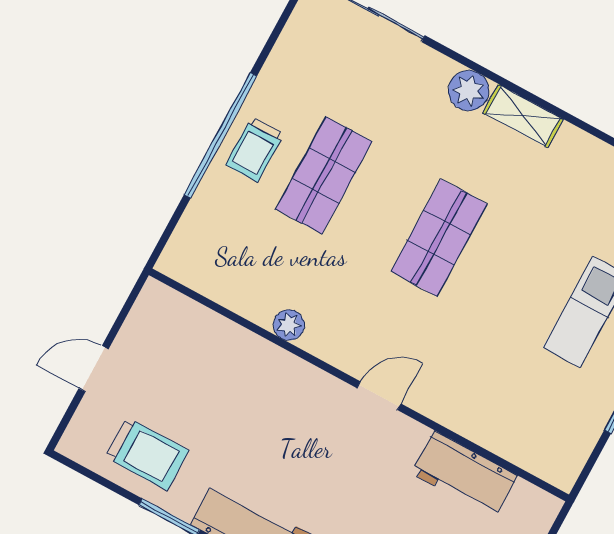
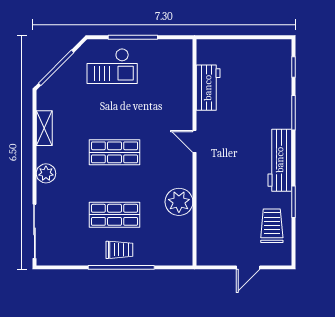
shelving: (523, 116) -> (44, 128), moved
plant: (289, 325) -> (179, 202), width x1.88, depth x1.88
door: (94, 369) -> (248, 267), hinge flipped

